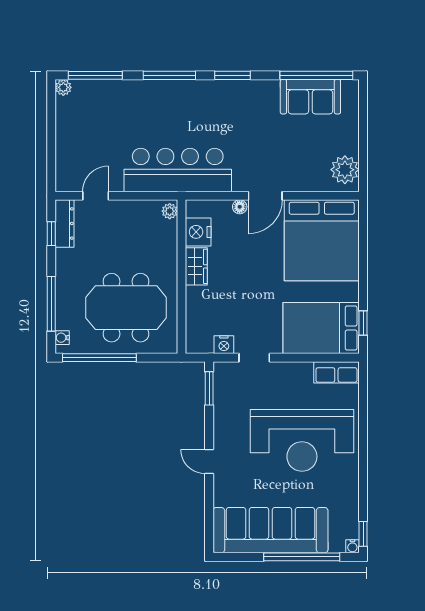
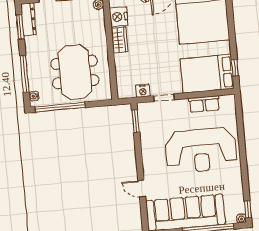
window: (51, 234) -> (20, 27), width x1.50
meeting table: (126, 308) -> (75, 72), turned 90
row of seats: (336, 372) -> (204, 104), moved
door: (209, 461) -> (142, 189), moved

